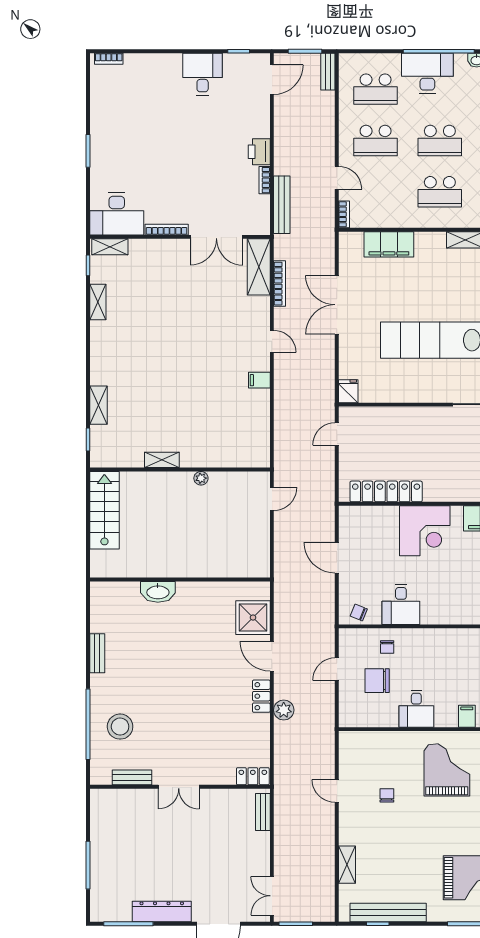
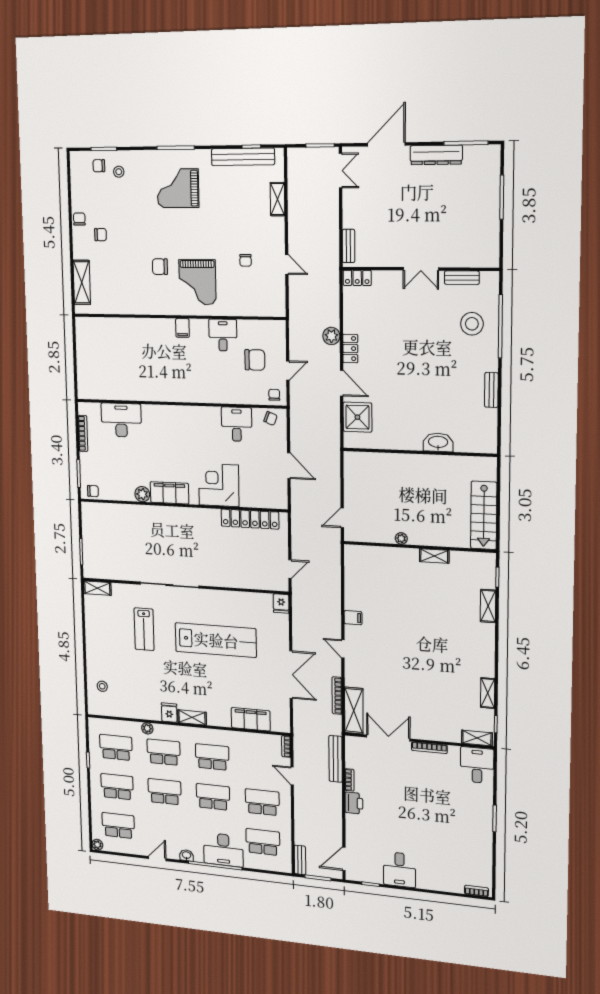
desk: (117, 214) -> (477, 765), width x0.73
chair: (387, 647) -> (274, 395), moved
double door: (179, 787) -> (421, 269), swing flipped

